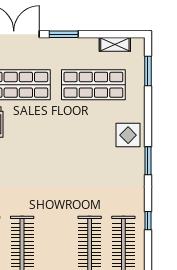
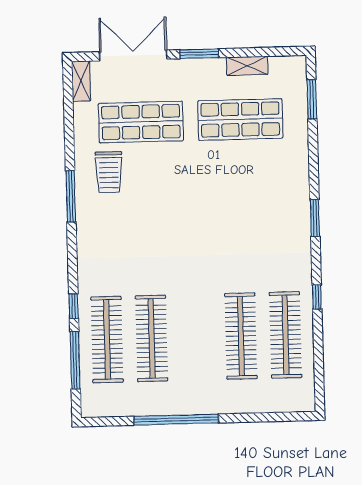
shelving: (115, 44) -> (247, 66), moved
display table: (128, 135) -> (288, 185), removed

